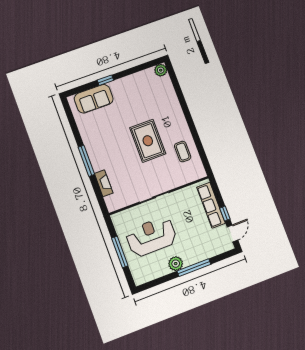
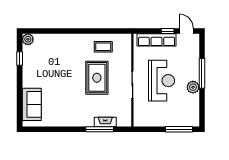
window: (105, 80) -> (20, 58), moved
rug: (148, 141) -> (97, 78), moved, turned 90
window: (86, 161) -> (100, 129), moved
reception desk: (151, 237) -> (162, 81), moved, turned 180
window: (120, 252) -> (179, 129), moved

